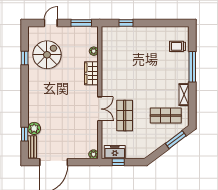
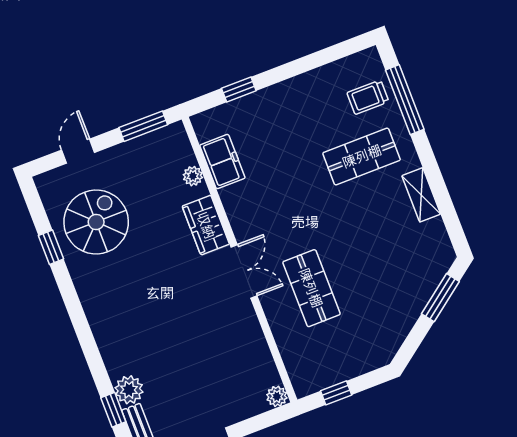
window: (192, 67) -> (405, 100), moved
double door: (100, 109) -> (244, 271), moved
shop shelf: (166, 116) -> (362, 156), moved
freezer: (115, 152) -> (222, 162), moved, turned 90

